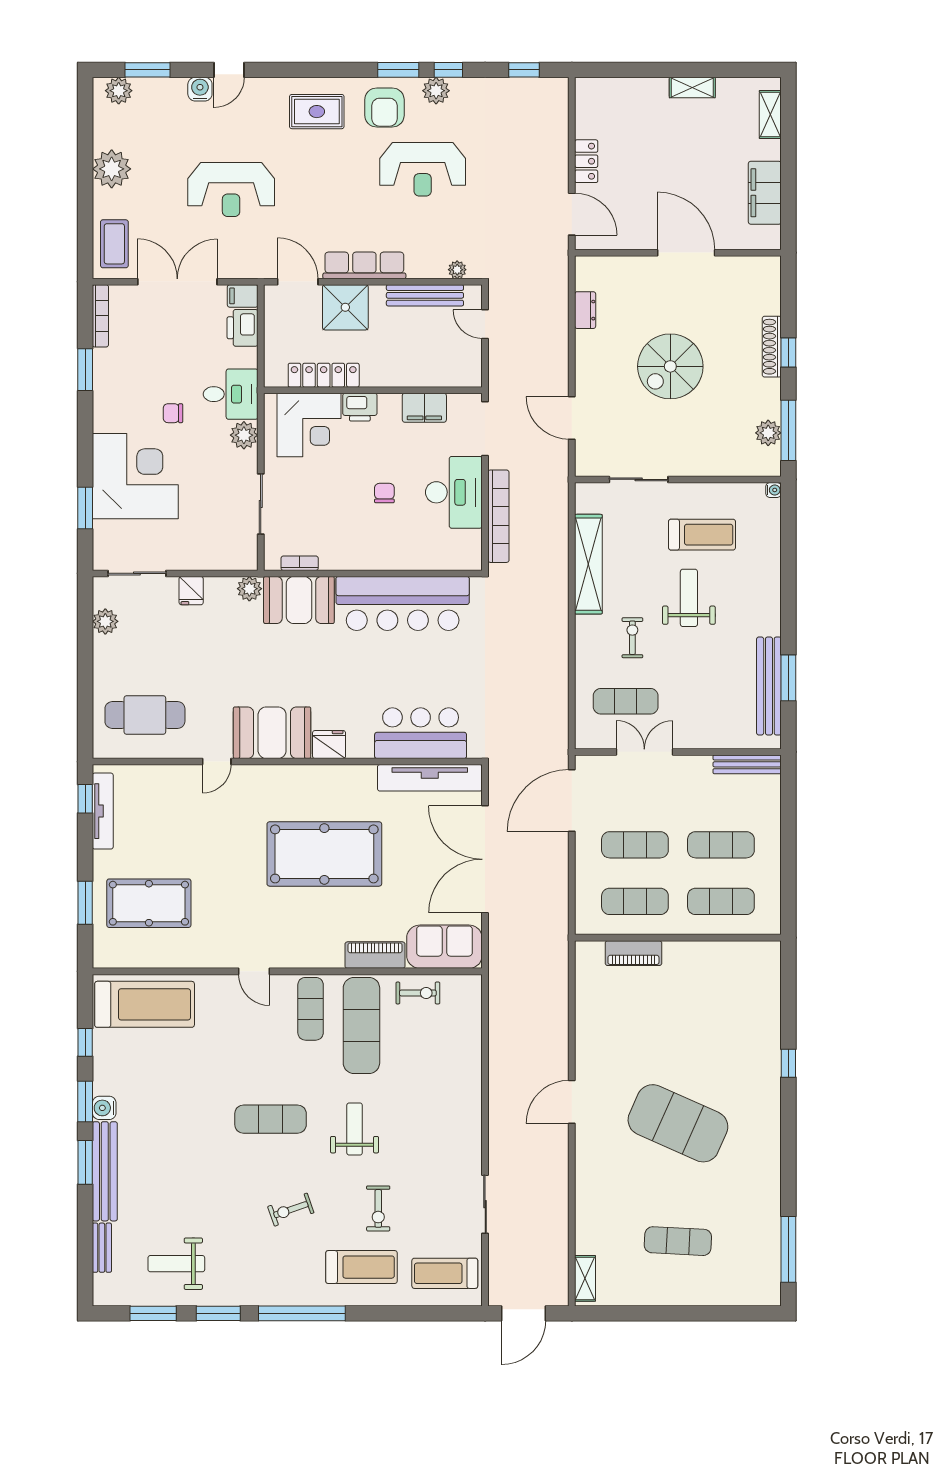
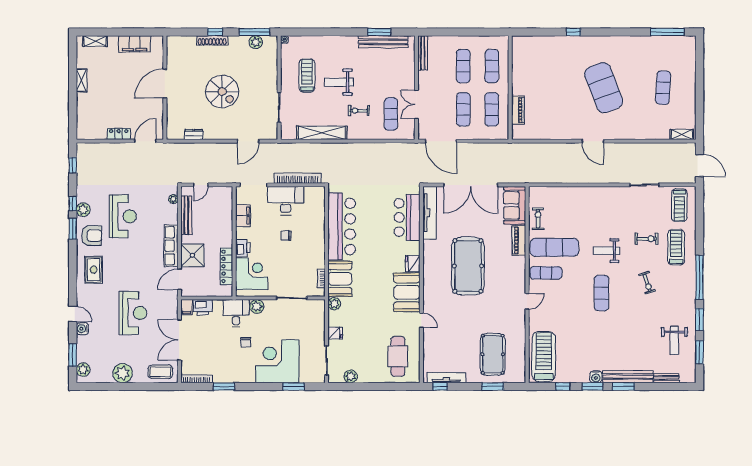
exercise mat: (678, 1123) -> (604, 88), turned -45

